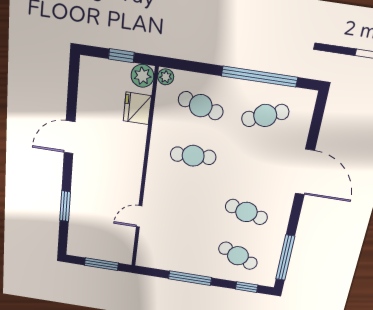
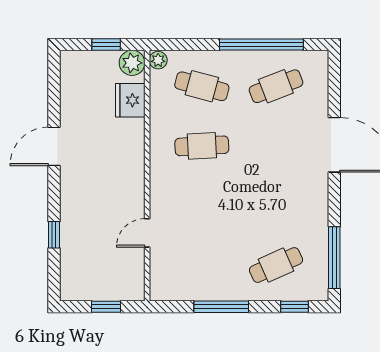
window: (65, 206) -> (54, 235), width x0.67
cafe table: (246, 212) -> (276, 205), removed
cafe table: (238, 256) -> (276, 265), turned -48
window: (101, 264) -> (106, 307), width x0.67

